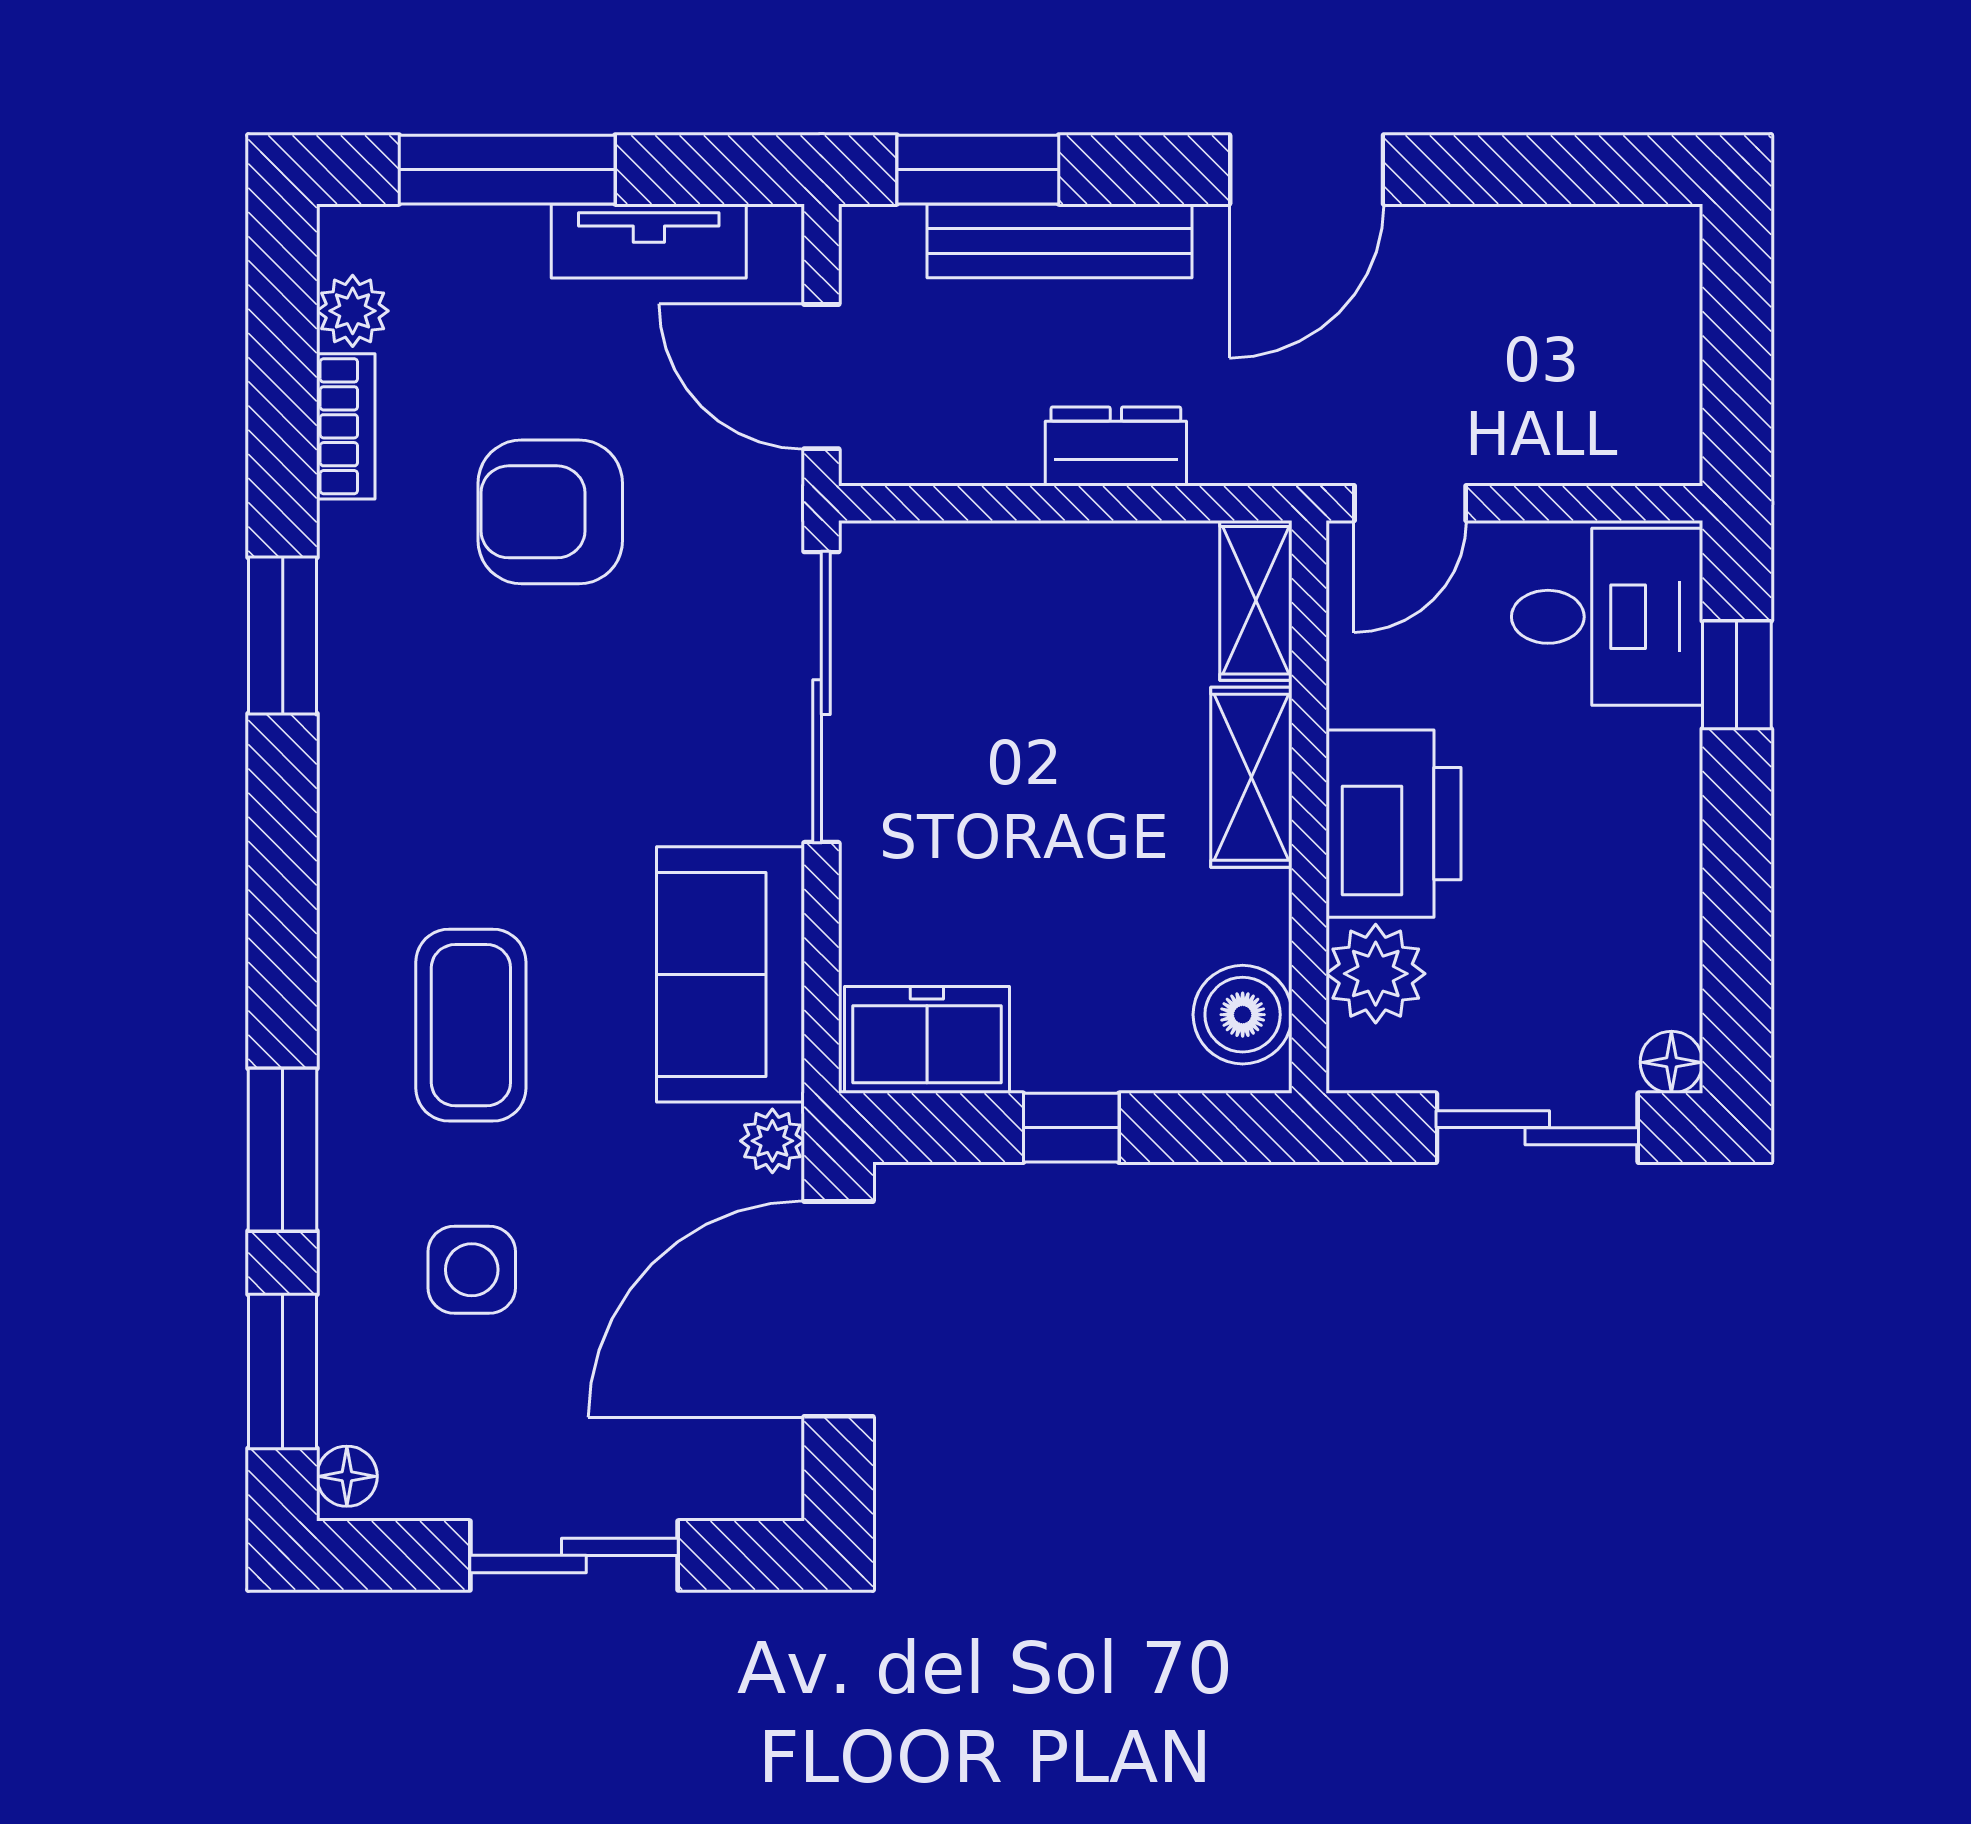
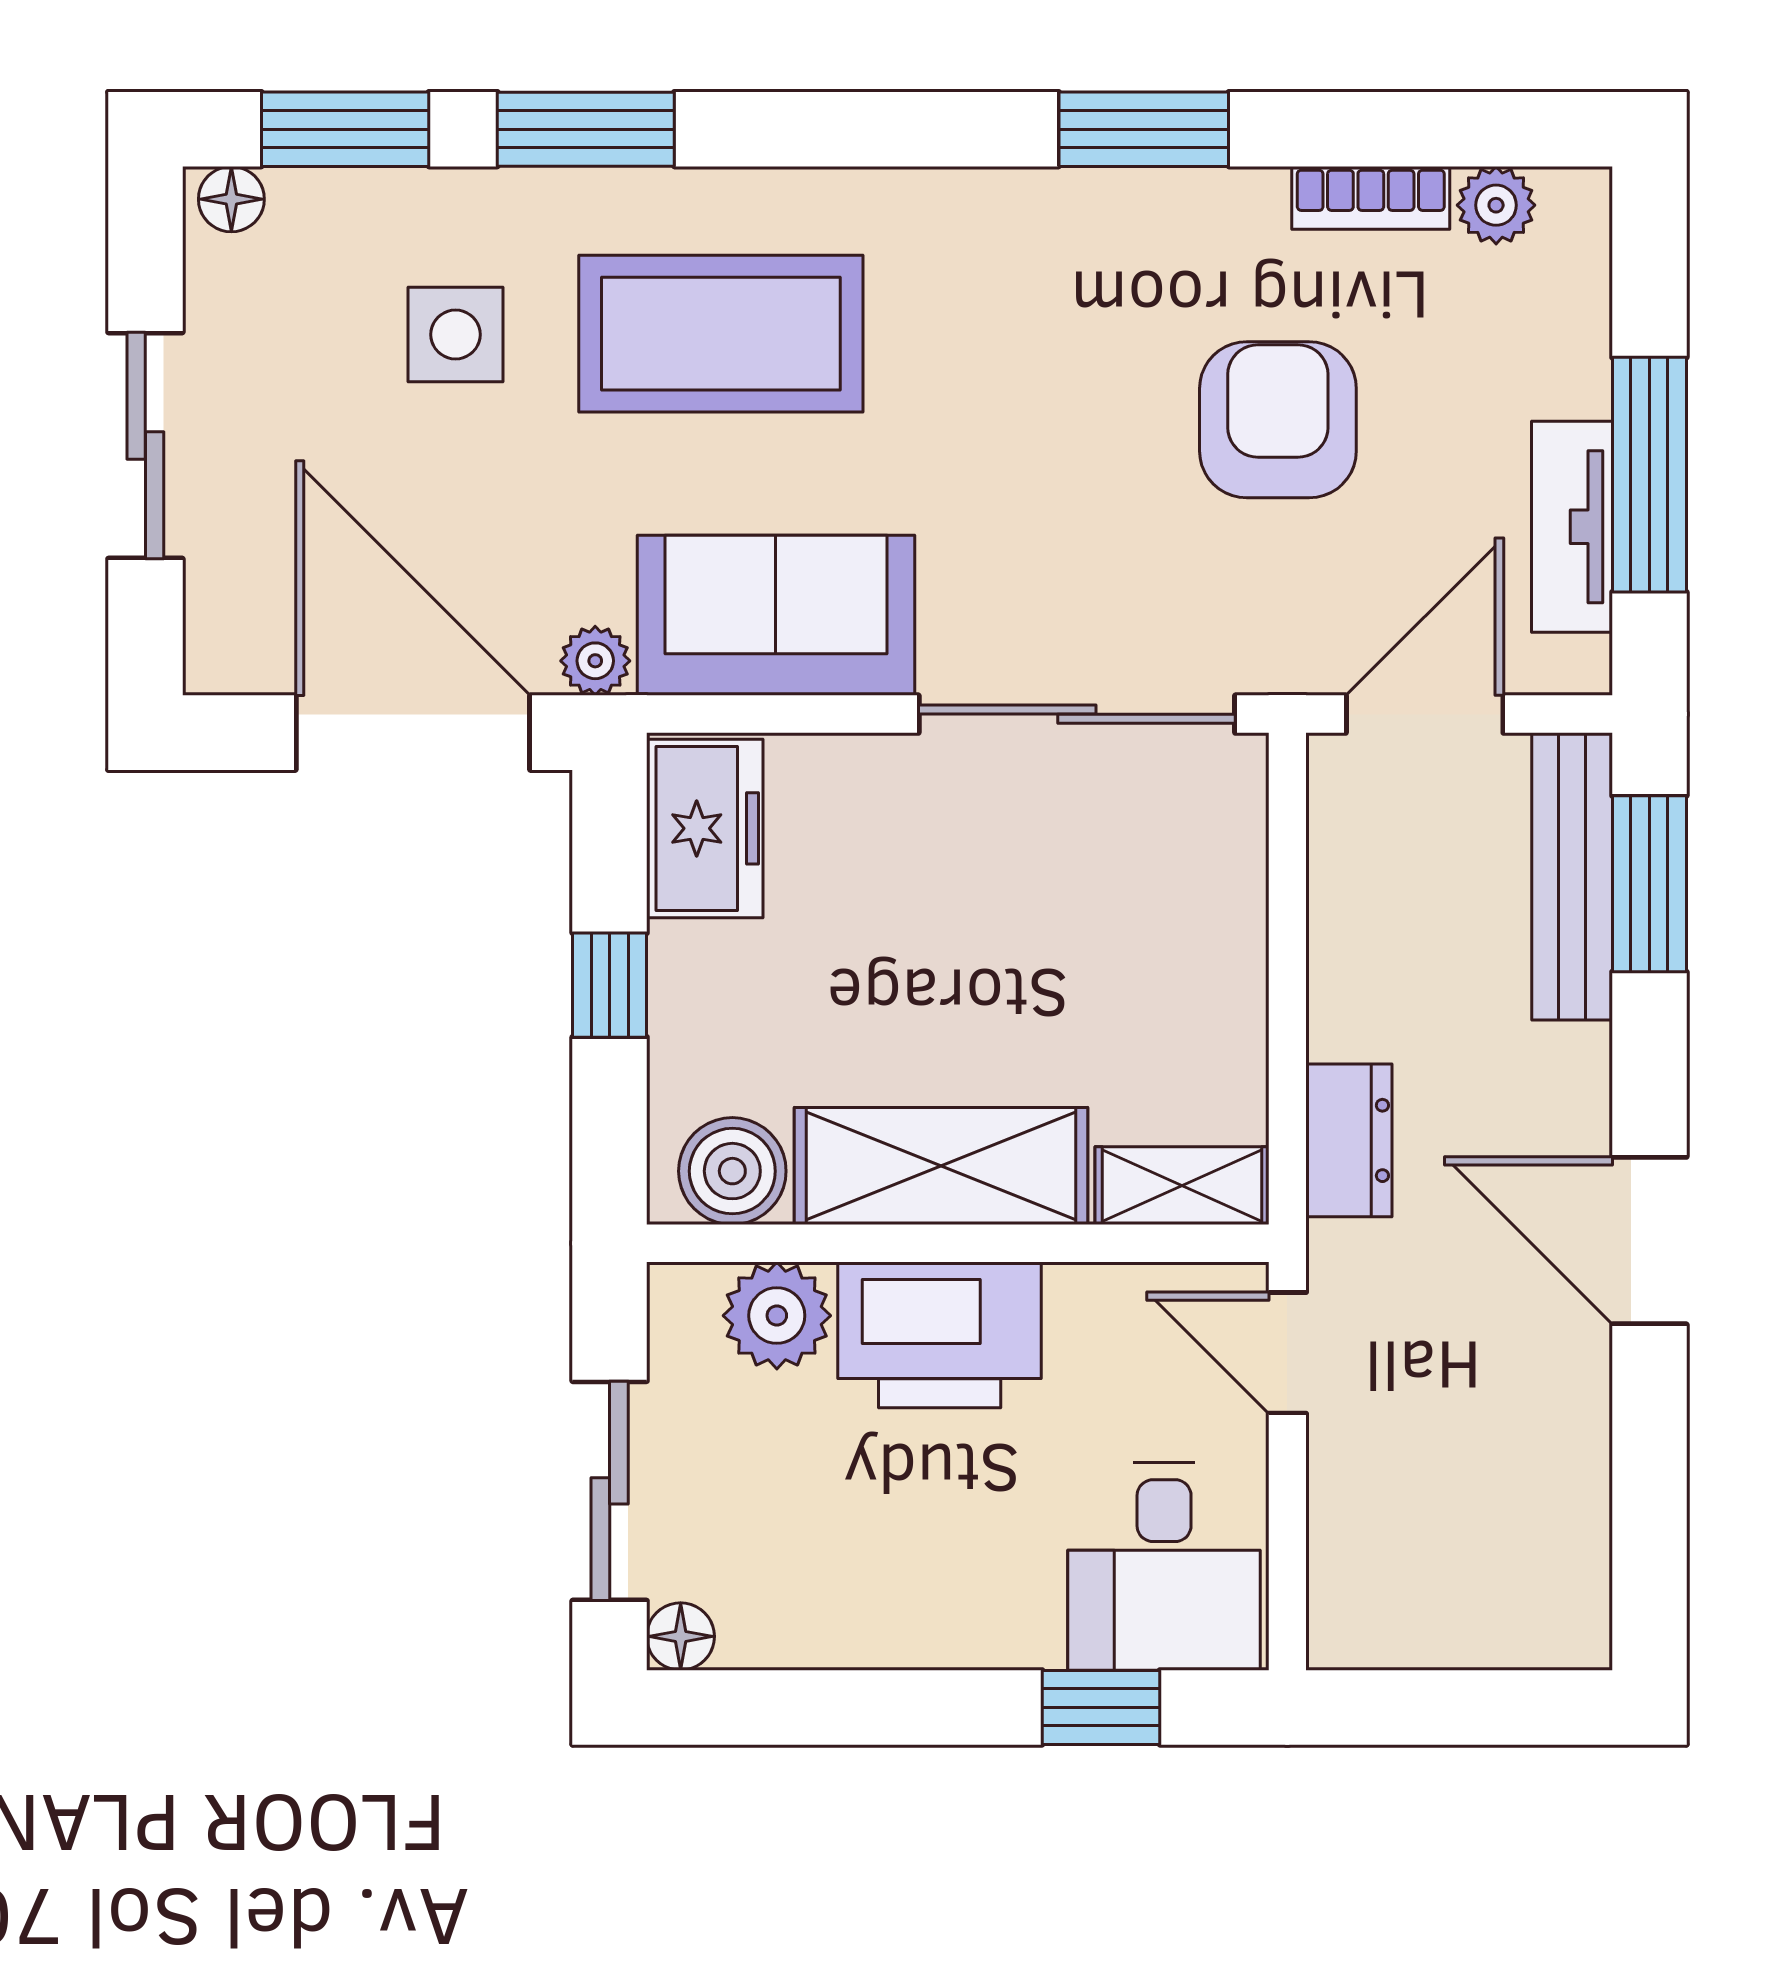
window: (507, 170) -> (1649, 475), moved
bench: (1059, 241) -> (1572, 876), moved
dresser: (1116, 446) -> (1349, 1140), moved
shelving: (1251, 777) -> (941, 1166), width x1.50, depth x1.33
coffee table: (471, 1025) -> (721, 334), width x1.36, depth x1.32

